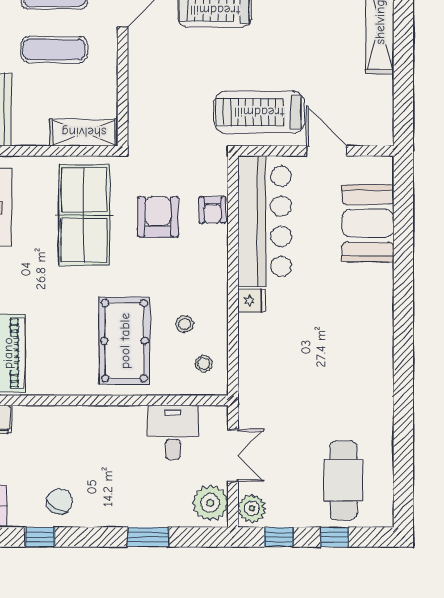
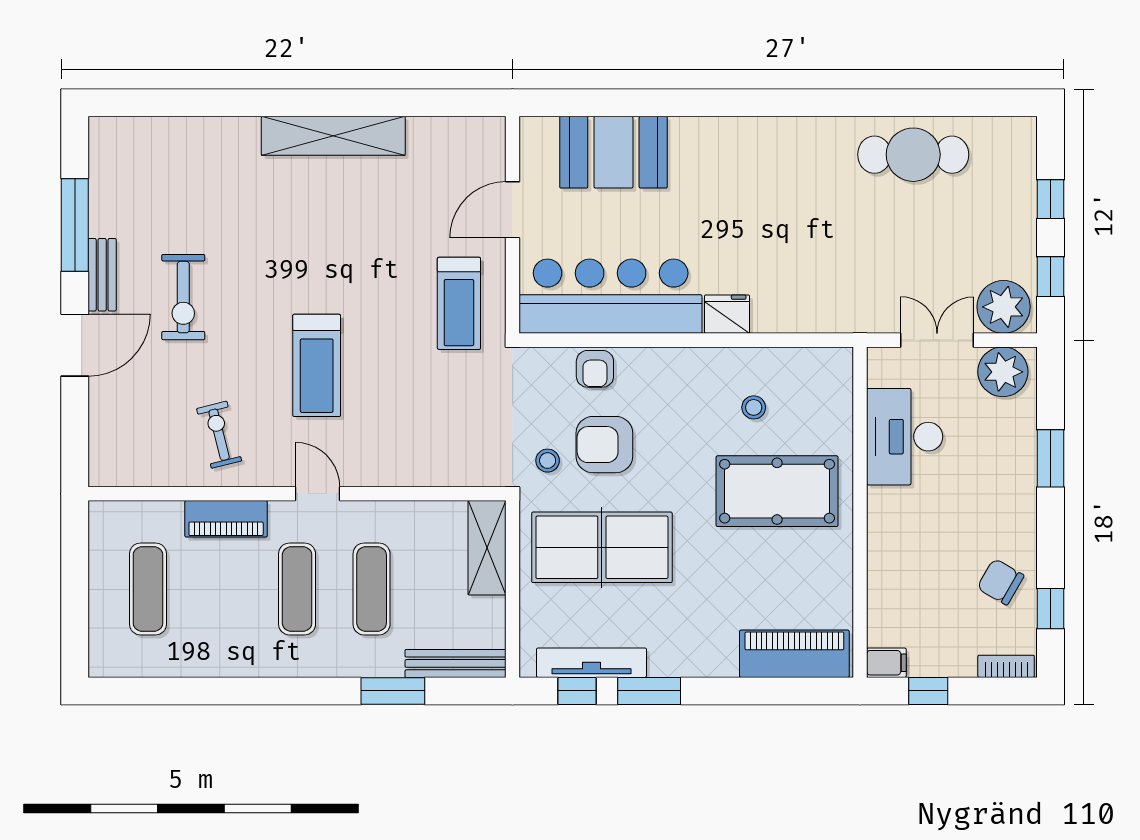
treadmill: (259, 112) -> (459, 303), width x0.73, depth x0.73
armchair: (212, 210) -> (595, 369), turned 90
fridge: (252, 300) -> (727, 314), width x1.38
stool: (204, 364) -> (548, 461), moved
desk: (173, 432) -> (905, 437), width x1.37
cafe table: (343, 480) -> (913, 155), moved
plant: (252, 508) -> (1004, 307), width x1.36, depth x1.36

